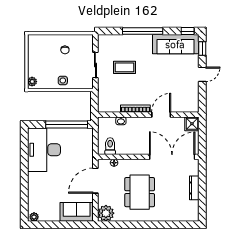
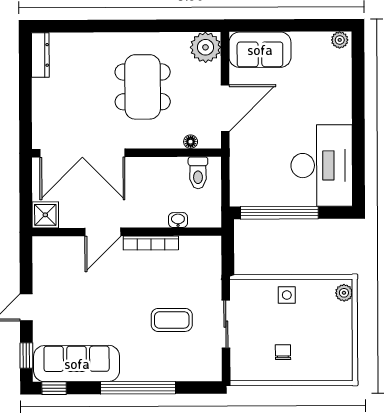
dresser: (194, 188) -> (40, 55), moved

